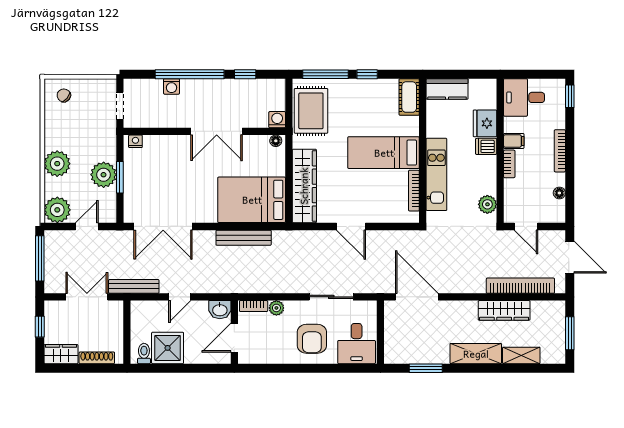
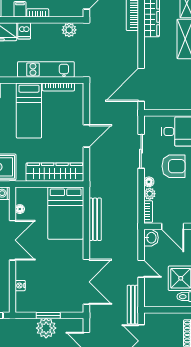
nightstand: (135, 141) -> (20, 286), moved
floor lamp: (276, 141) -> (20, 209), moved
floor lamp: (292, 307) -> (149, 182), added

